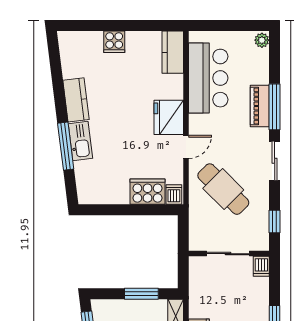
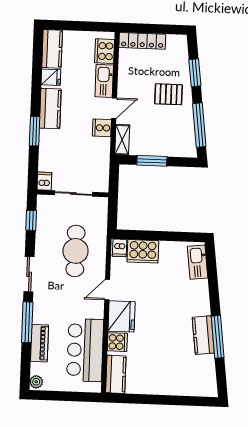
cooker: (114, 42) -> (117, 342), moved, turned 90
piano: (260, 106) -> (39, 343), moved
kitchen sink: (80, 141) -> (198, 262), moved
window: (66, 146) -> (218, 337), moved
cafe table: (223, 189) -> (76, 251), turned 45

